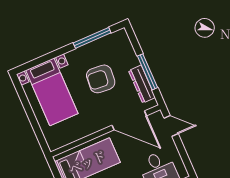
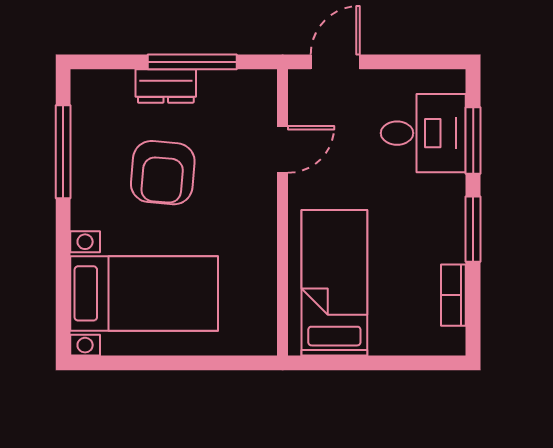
dresser: (142, 84) -> (166, 86), moved, width x0.70
door: (129, 120) -> (283, 149), width x0.53

